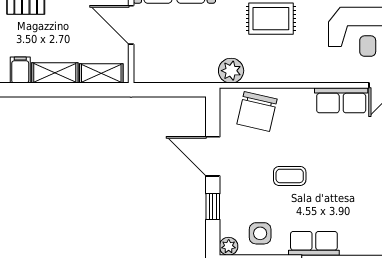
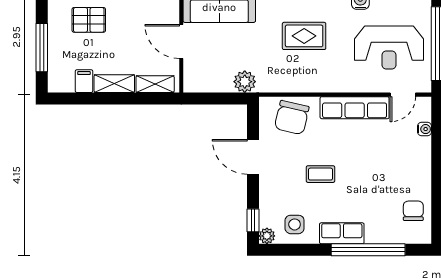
plant: (231, 71) -> (245, 82), moved
row of seats: (341, 100) -> (355, 108), width x1.48
window: (213, 207) -> (253, 220), moved

